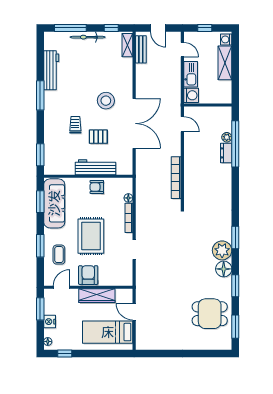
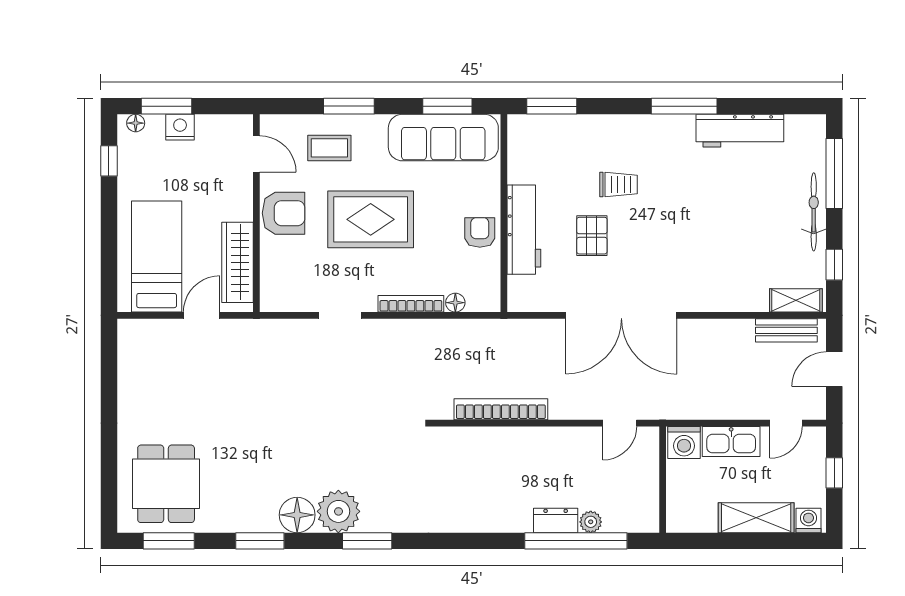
stool: (106, 101) -> (672, 253), removed
wardrobe: (97, 296) -> (238, 262), moved
window: (40, 309) -> (167, 106), moved
dining table: (210, 314) -> (166, 484), moved

